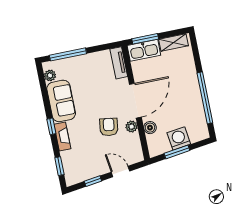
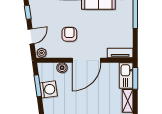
door: (135, 101) -> (86, 60), hinge flipped
armchair: (109, 127) -> (69, 34), turned -98
plant: (132, 127) -> (42, 53), moved

